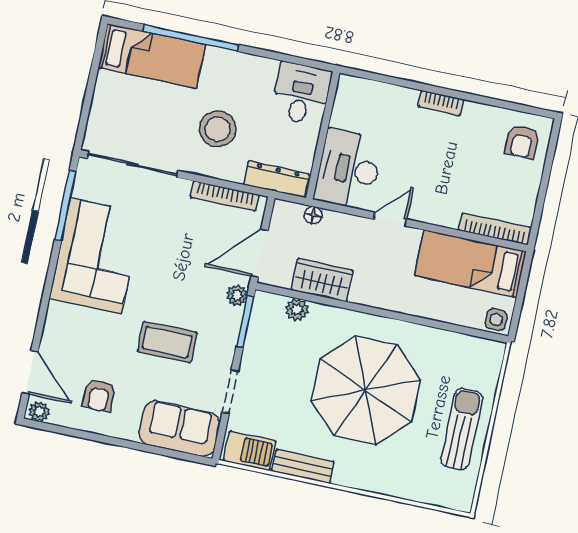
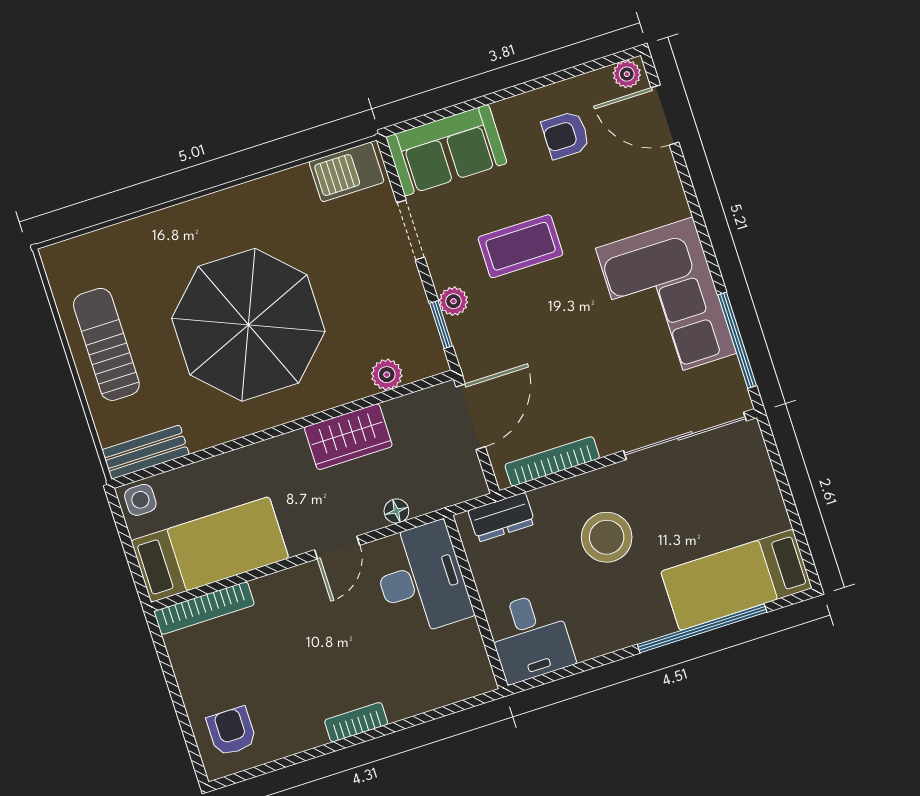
dresser: (276, 179) -> (502, 517), width x0.70
floor lamp: (313, 215) -> (396, 511), moved
wardrobe: (322, 280) -> (348, 437), moved
plant: (237, 295) -> (453, 301), moved
window: (245, 321) -> (441, 325), width x0.67
armchair: (99, 395) -> (566, 135), turned -90
sun lounger: (462, 429) -> (106, 344), turned 180
bench: (303, 466) -> (145, 452), moved

